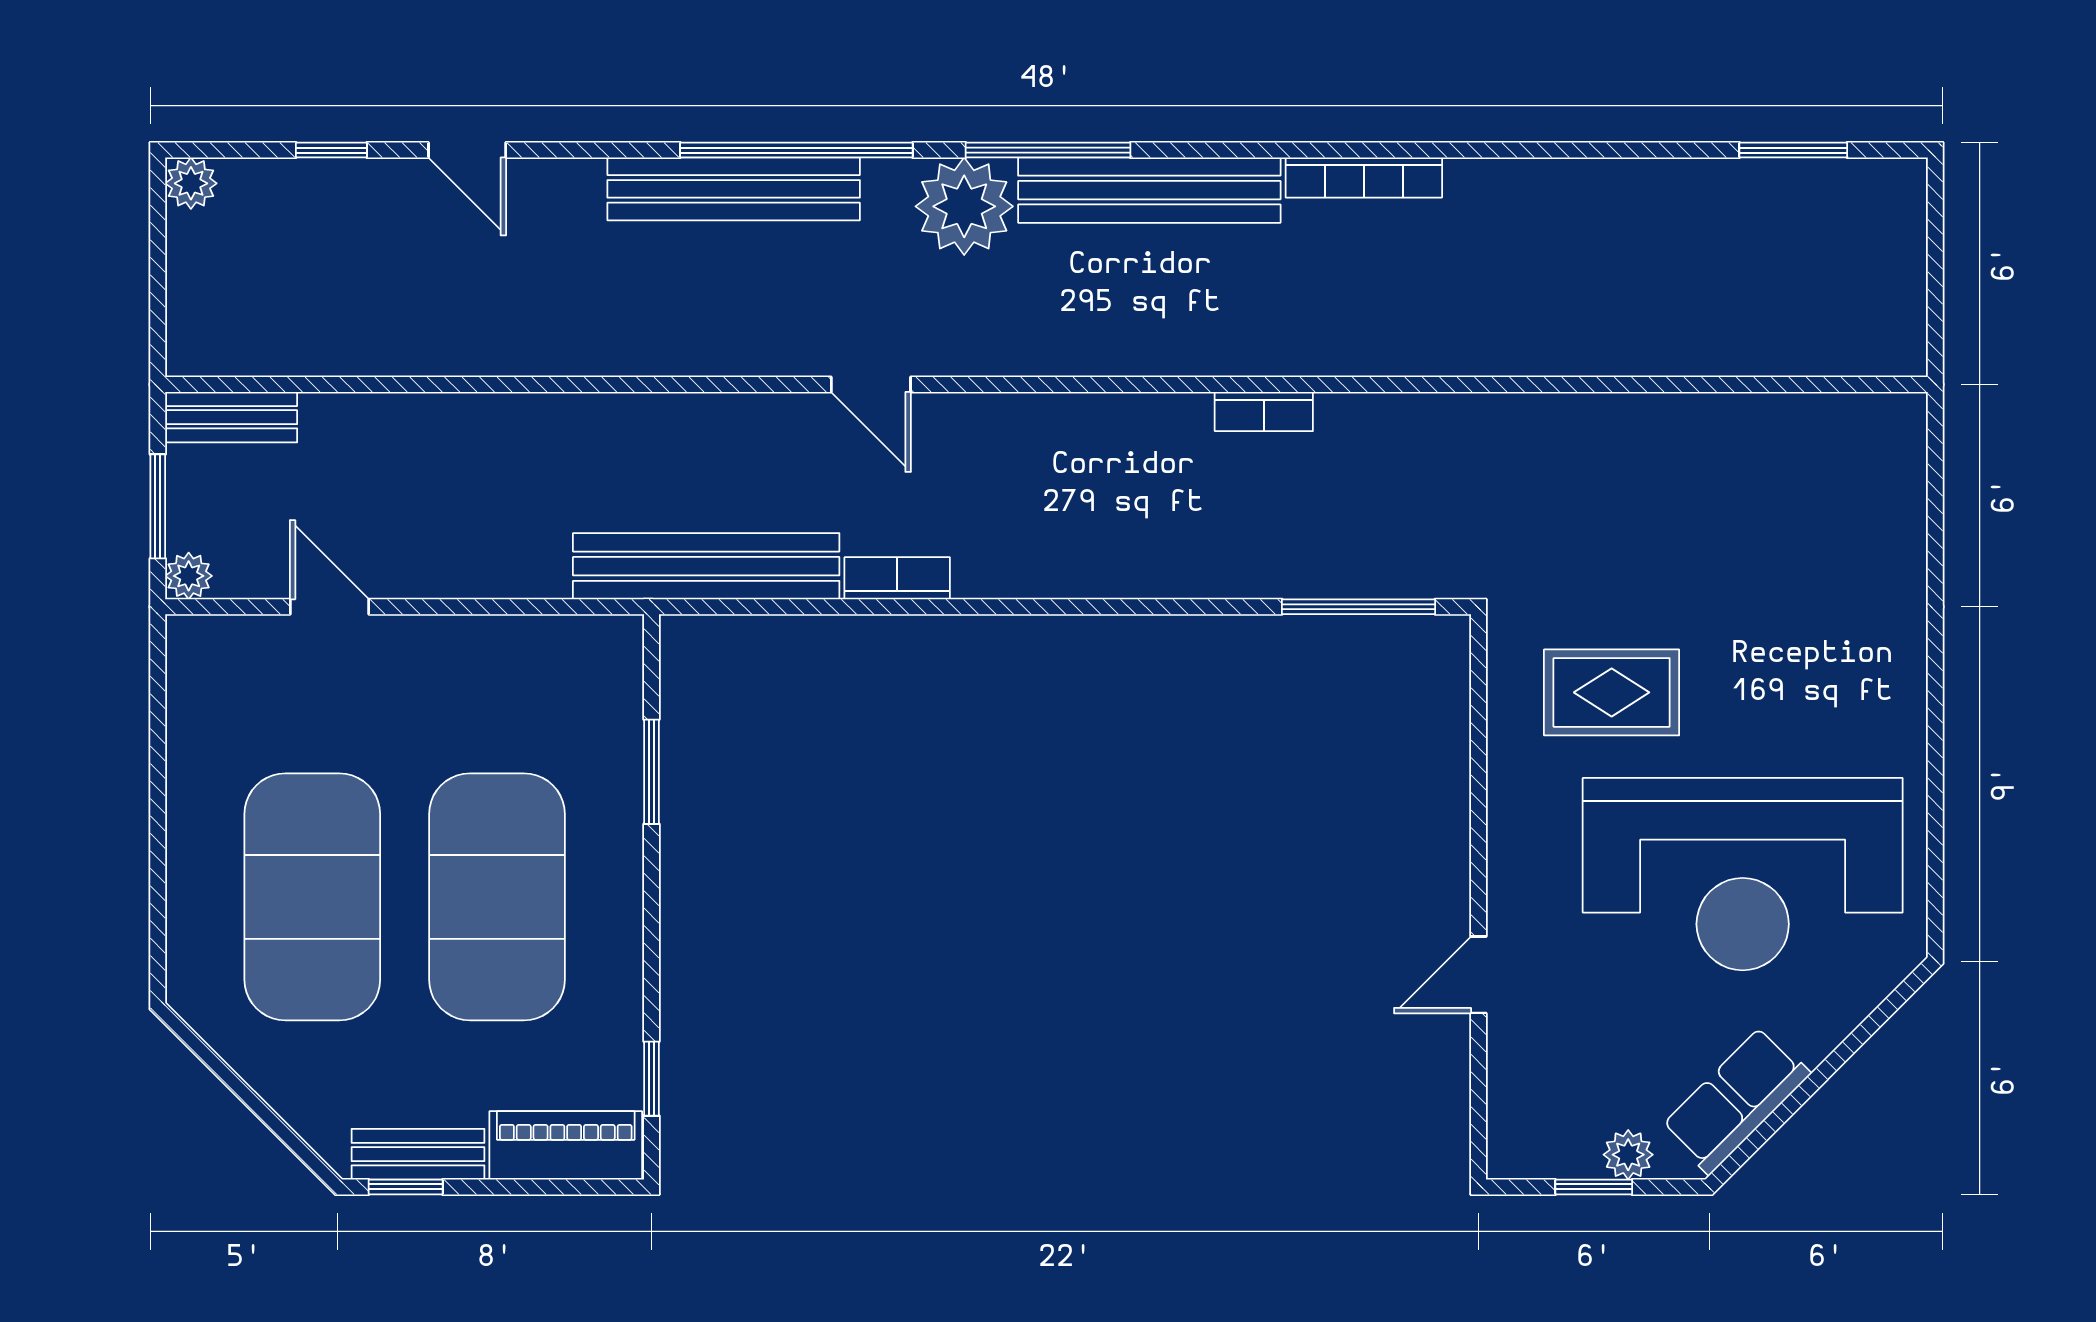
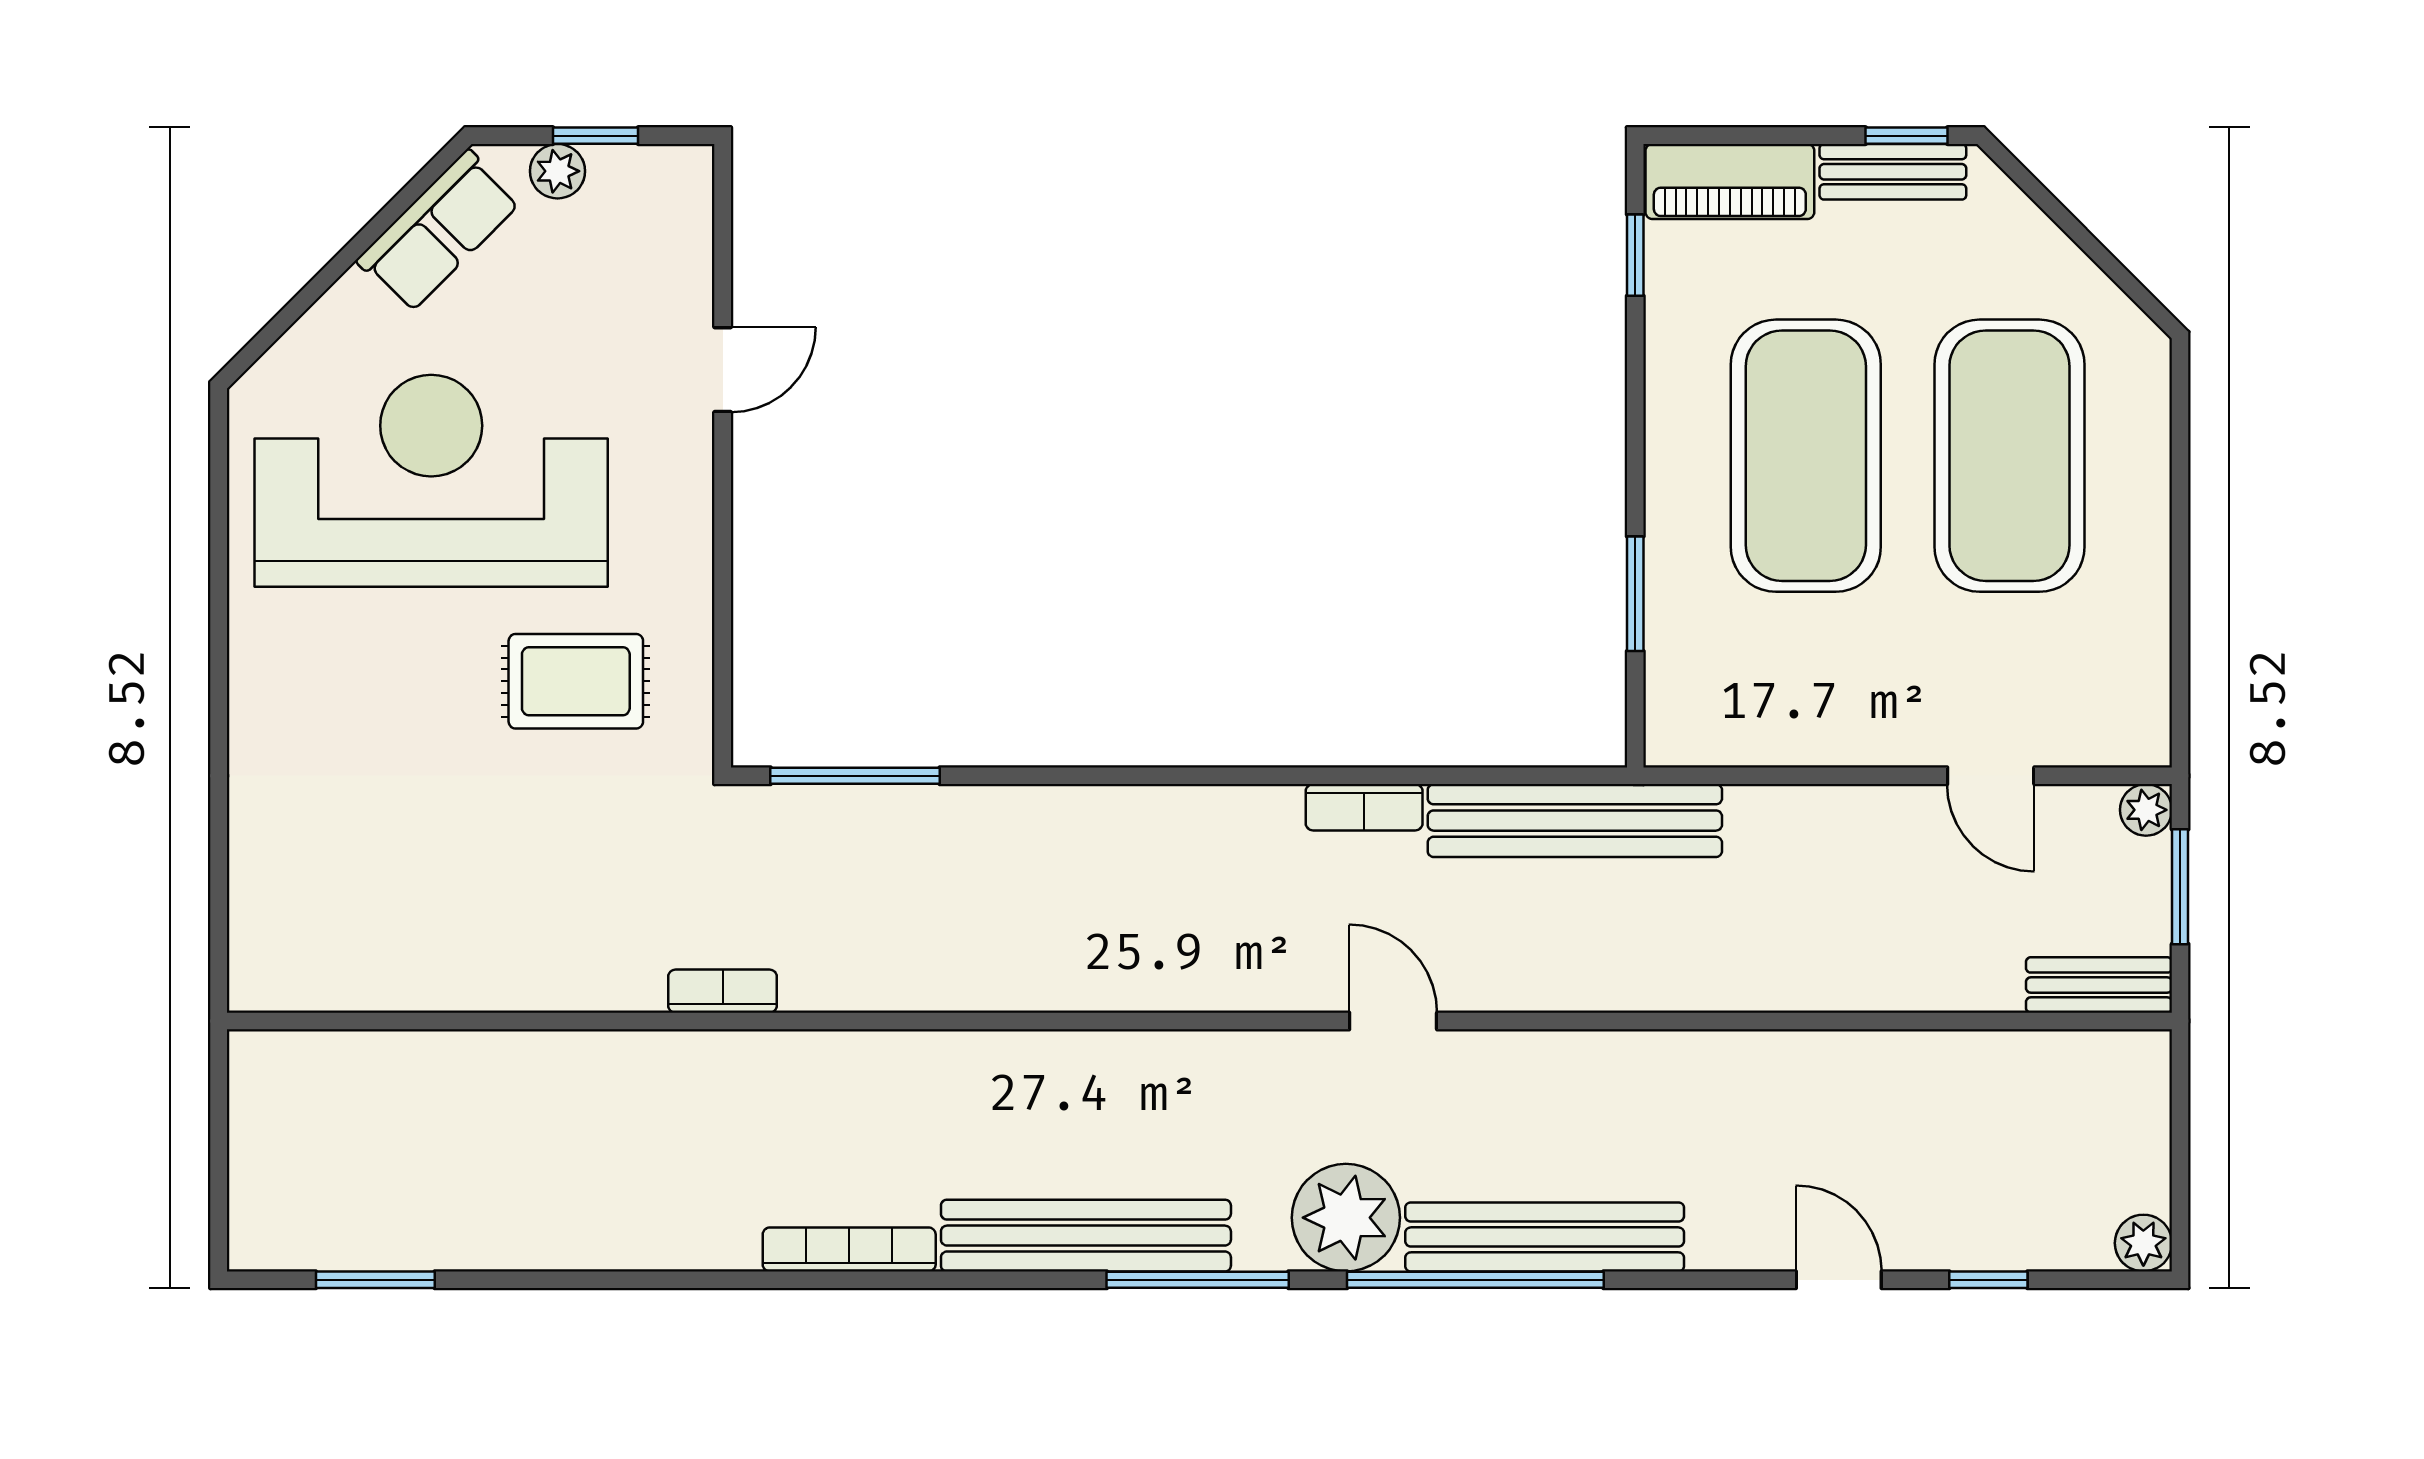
plant: (964, 206) -> (1346, 1218), moved
bookcase: (1264, 412) -> (723, 991), moved

